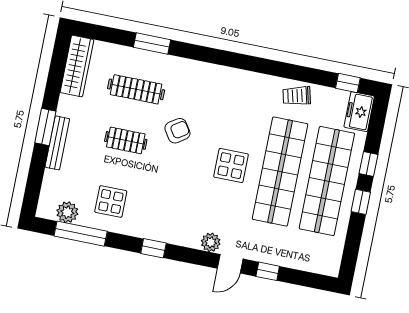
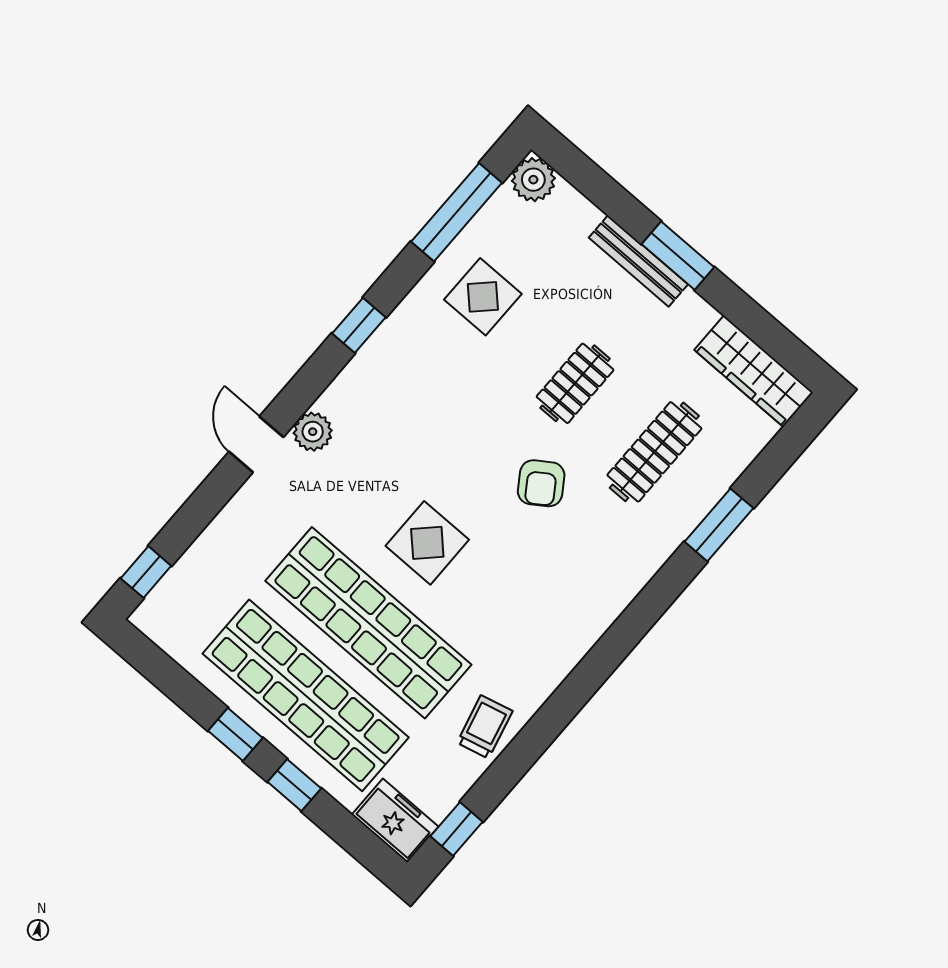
plant: (67, 212) -> (533, 180), moved
window: (268, 271) -> (146, 572), moved

